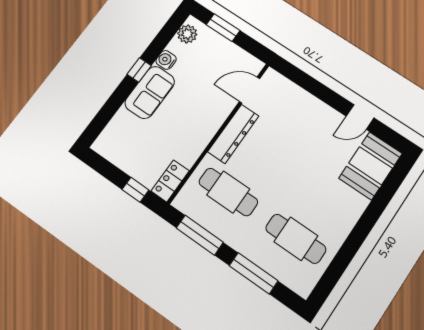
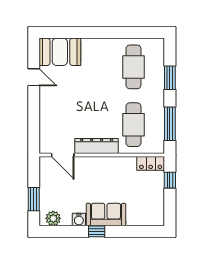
window: (254, 273) -> (170, 78), width x0.69

